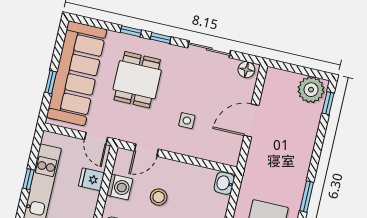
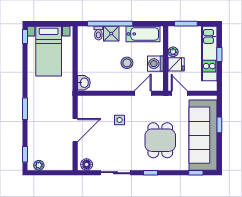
window: (131, 31) -> (196, 173), moved
plant: (311, 90) -> (39, 165), width x0.53, depth x0.53
window: (307, 197) -> (25, 109), moved
plant: (92, 198) -> (173, 52), added

